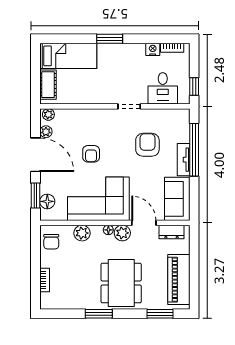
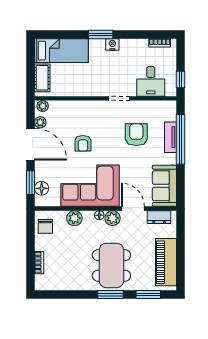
nightstand: (153, 49) -> (112, 44), moved
tv unit: (184, 160) -> (170, 137), moved
window: (99, 314) -> (111, 295), moved

